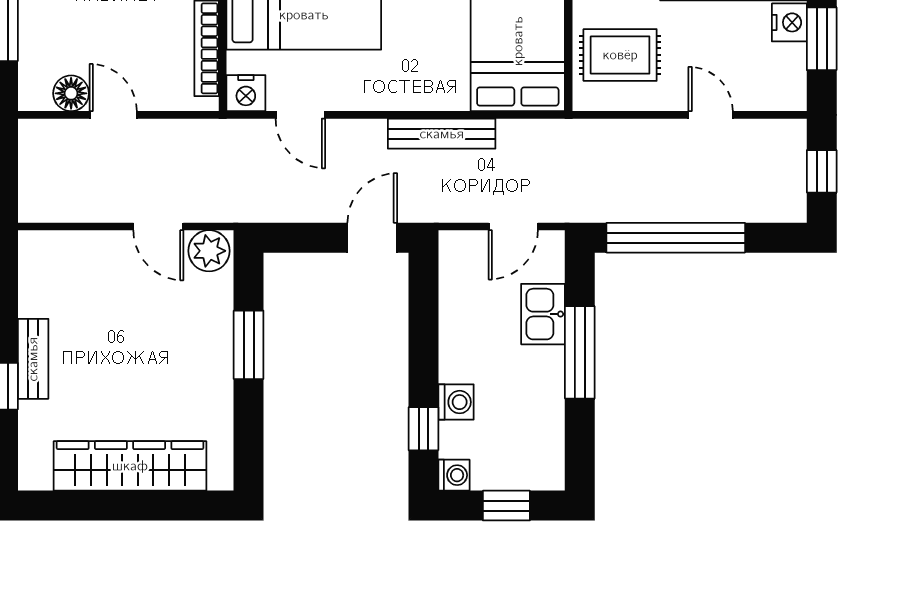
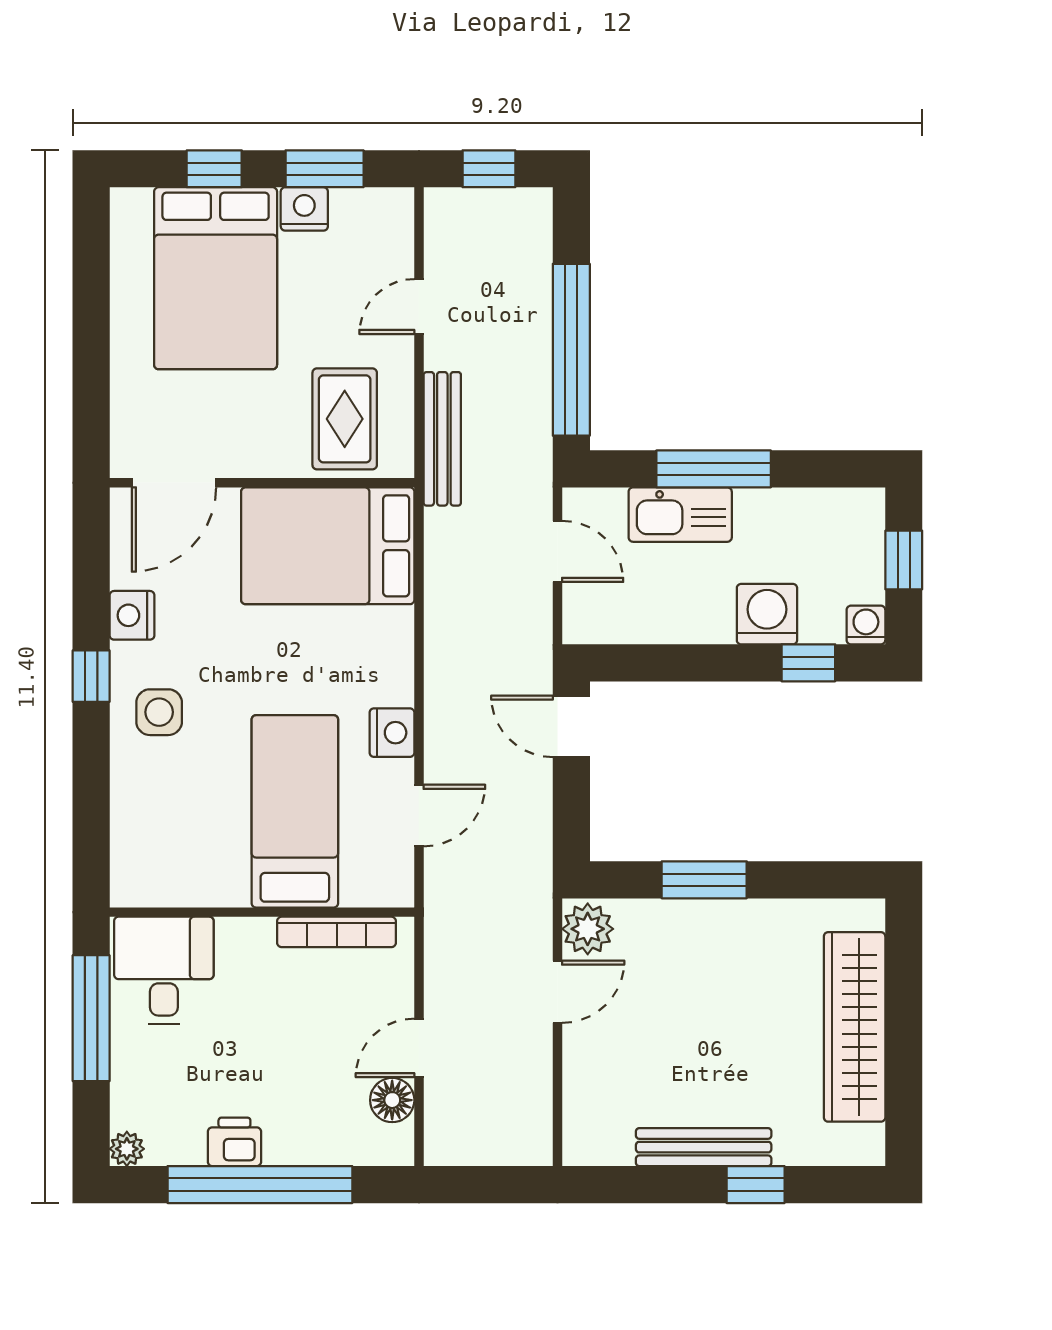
nightstand: (246, 93) -> (392, 733), moved
bench: (442, 134) -> (442, 439), moved
kitchen sink: (543, 314) -> (680, 515), width x1.38
bench: (33, 359) -> (704, 1147), width x1.36
washing machine: (456, 402) -> (767, 614), width x1.38, depth x1.38

